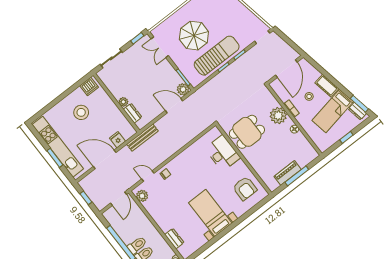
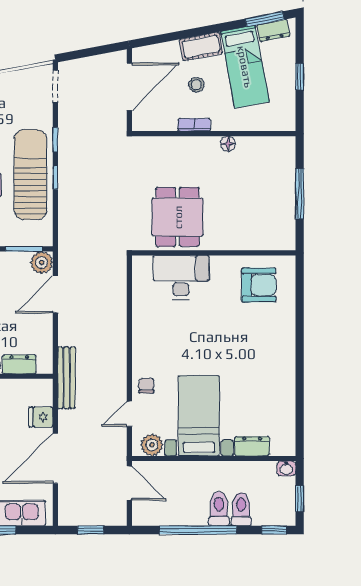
door: (286, 69) -> (129, 87), hinge flipped
plant: (278, 115) -> (189, 152), removed
piano: (288, 173) -> (285, 204), removed
bed with nightstands: (210, 213) -> (199, 416), moved, turned 90

